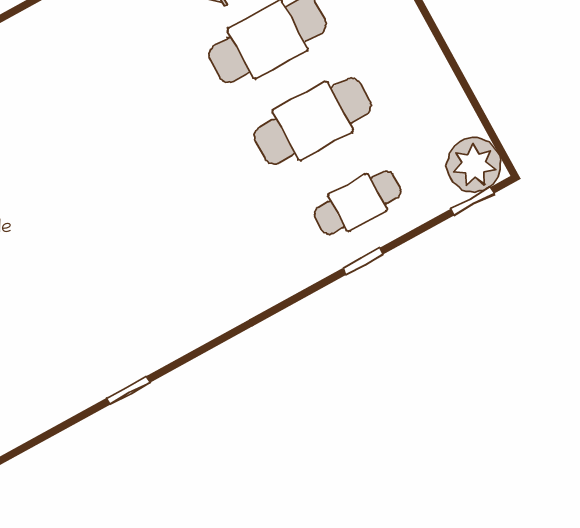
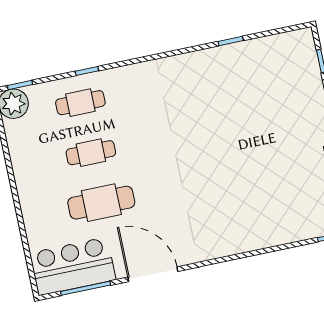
cafe table: (313, 121) -> (91, 153), width x0.73, depth x0.74

